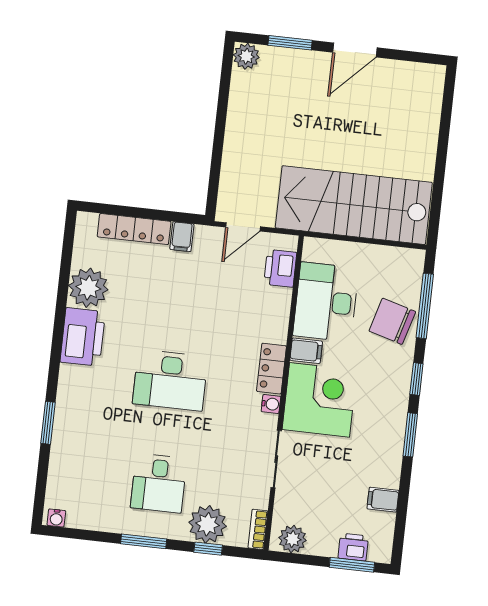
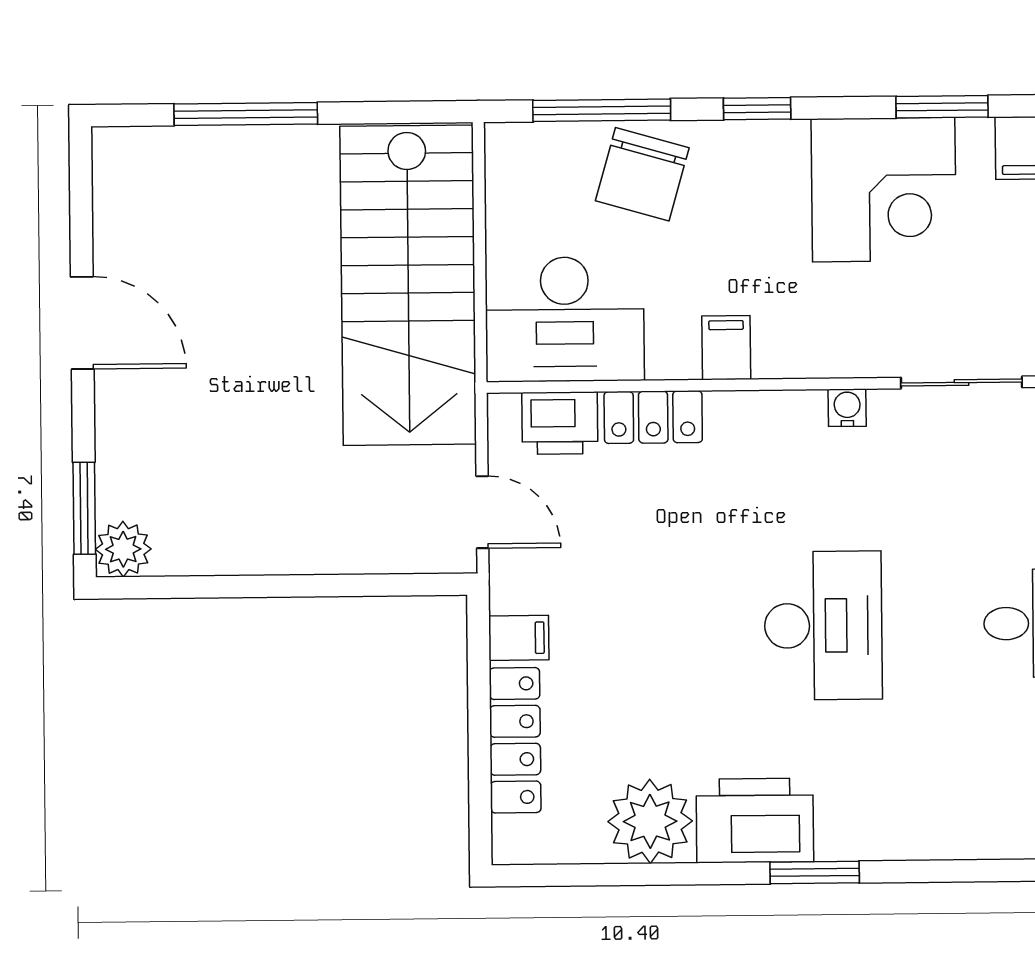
window: (290, 43) -> (84, 508), moved
window: (443, 139) -> (246, 114), added
desk: (326, 302) -> (565, 319), moved
locker: (271, 369) -> (653, 417), moved
corner desk: (319, 400) -> (884, 190), moved, turned 180
window: (48, 423) -> (815, 872), moved
window: (410, 435) -> (942, 107), moved

